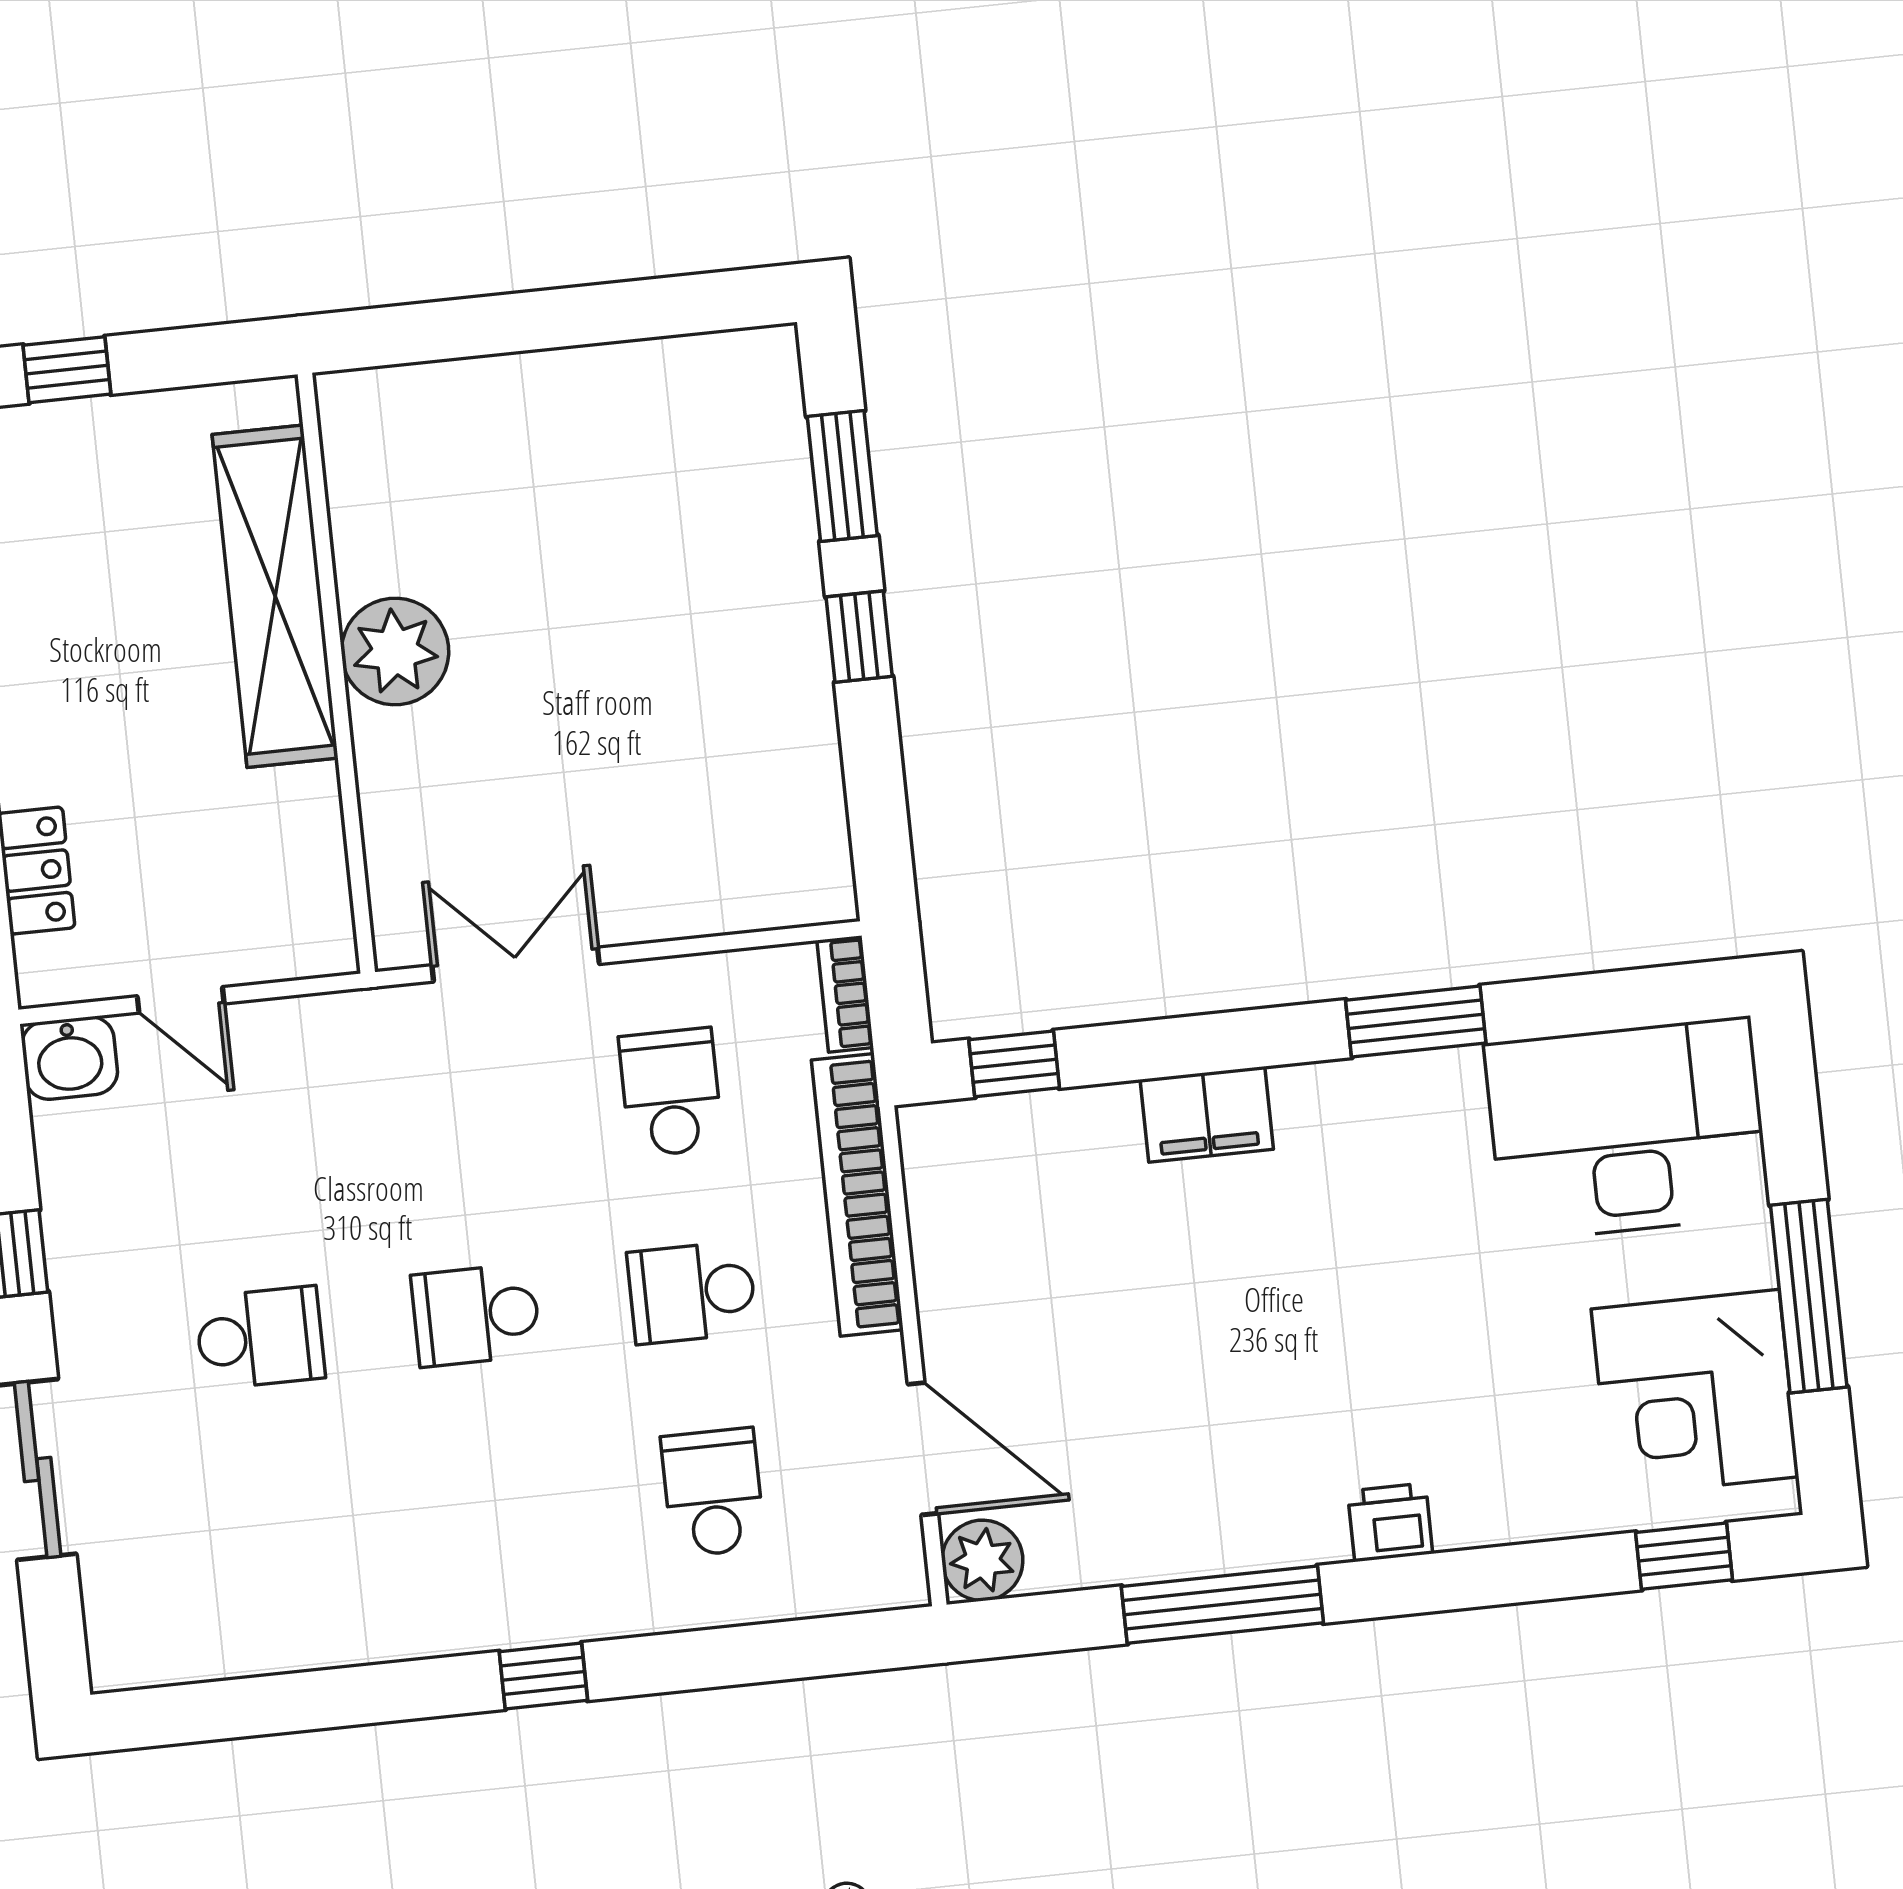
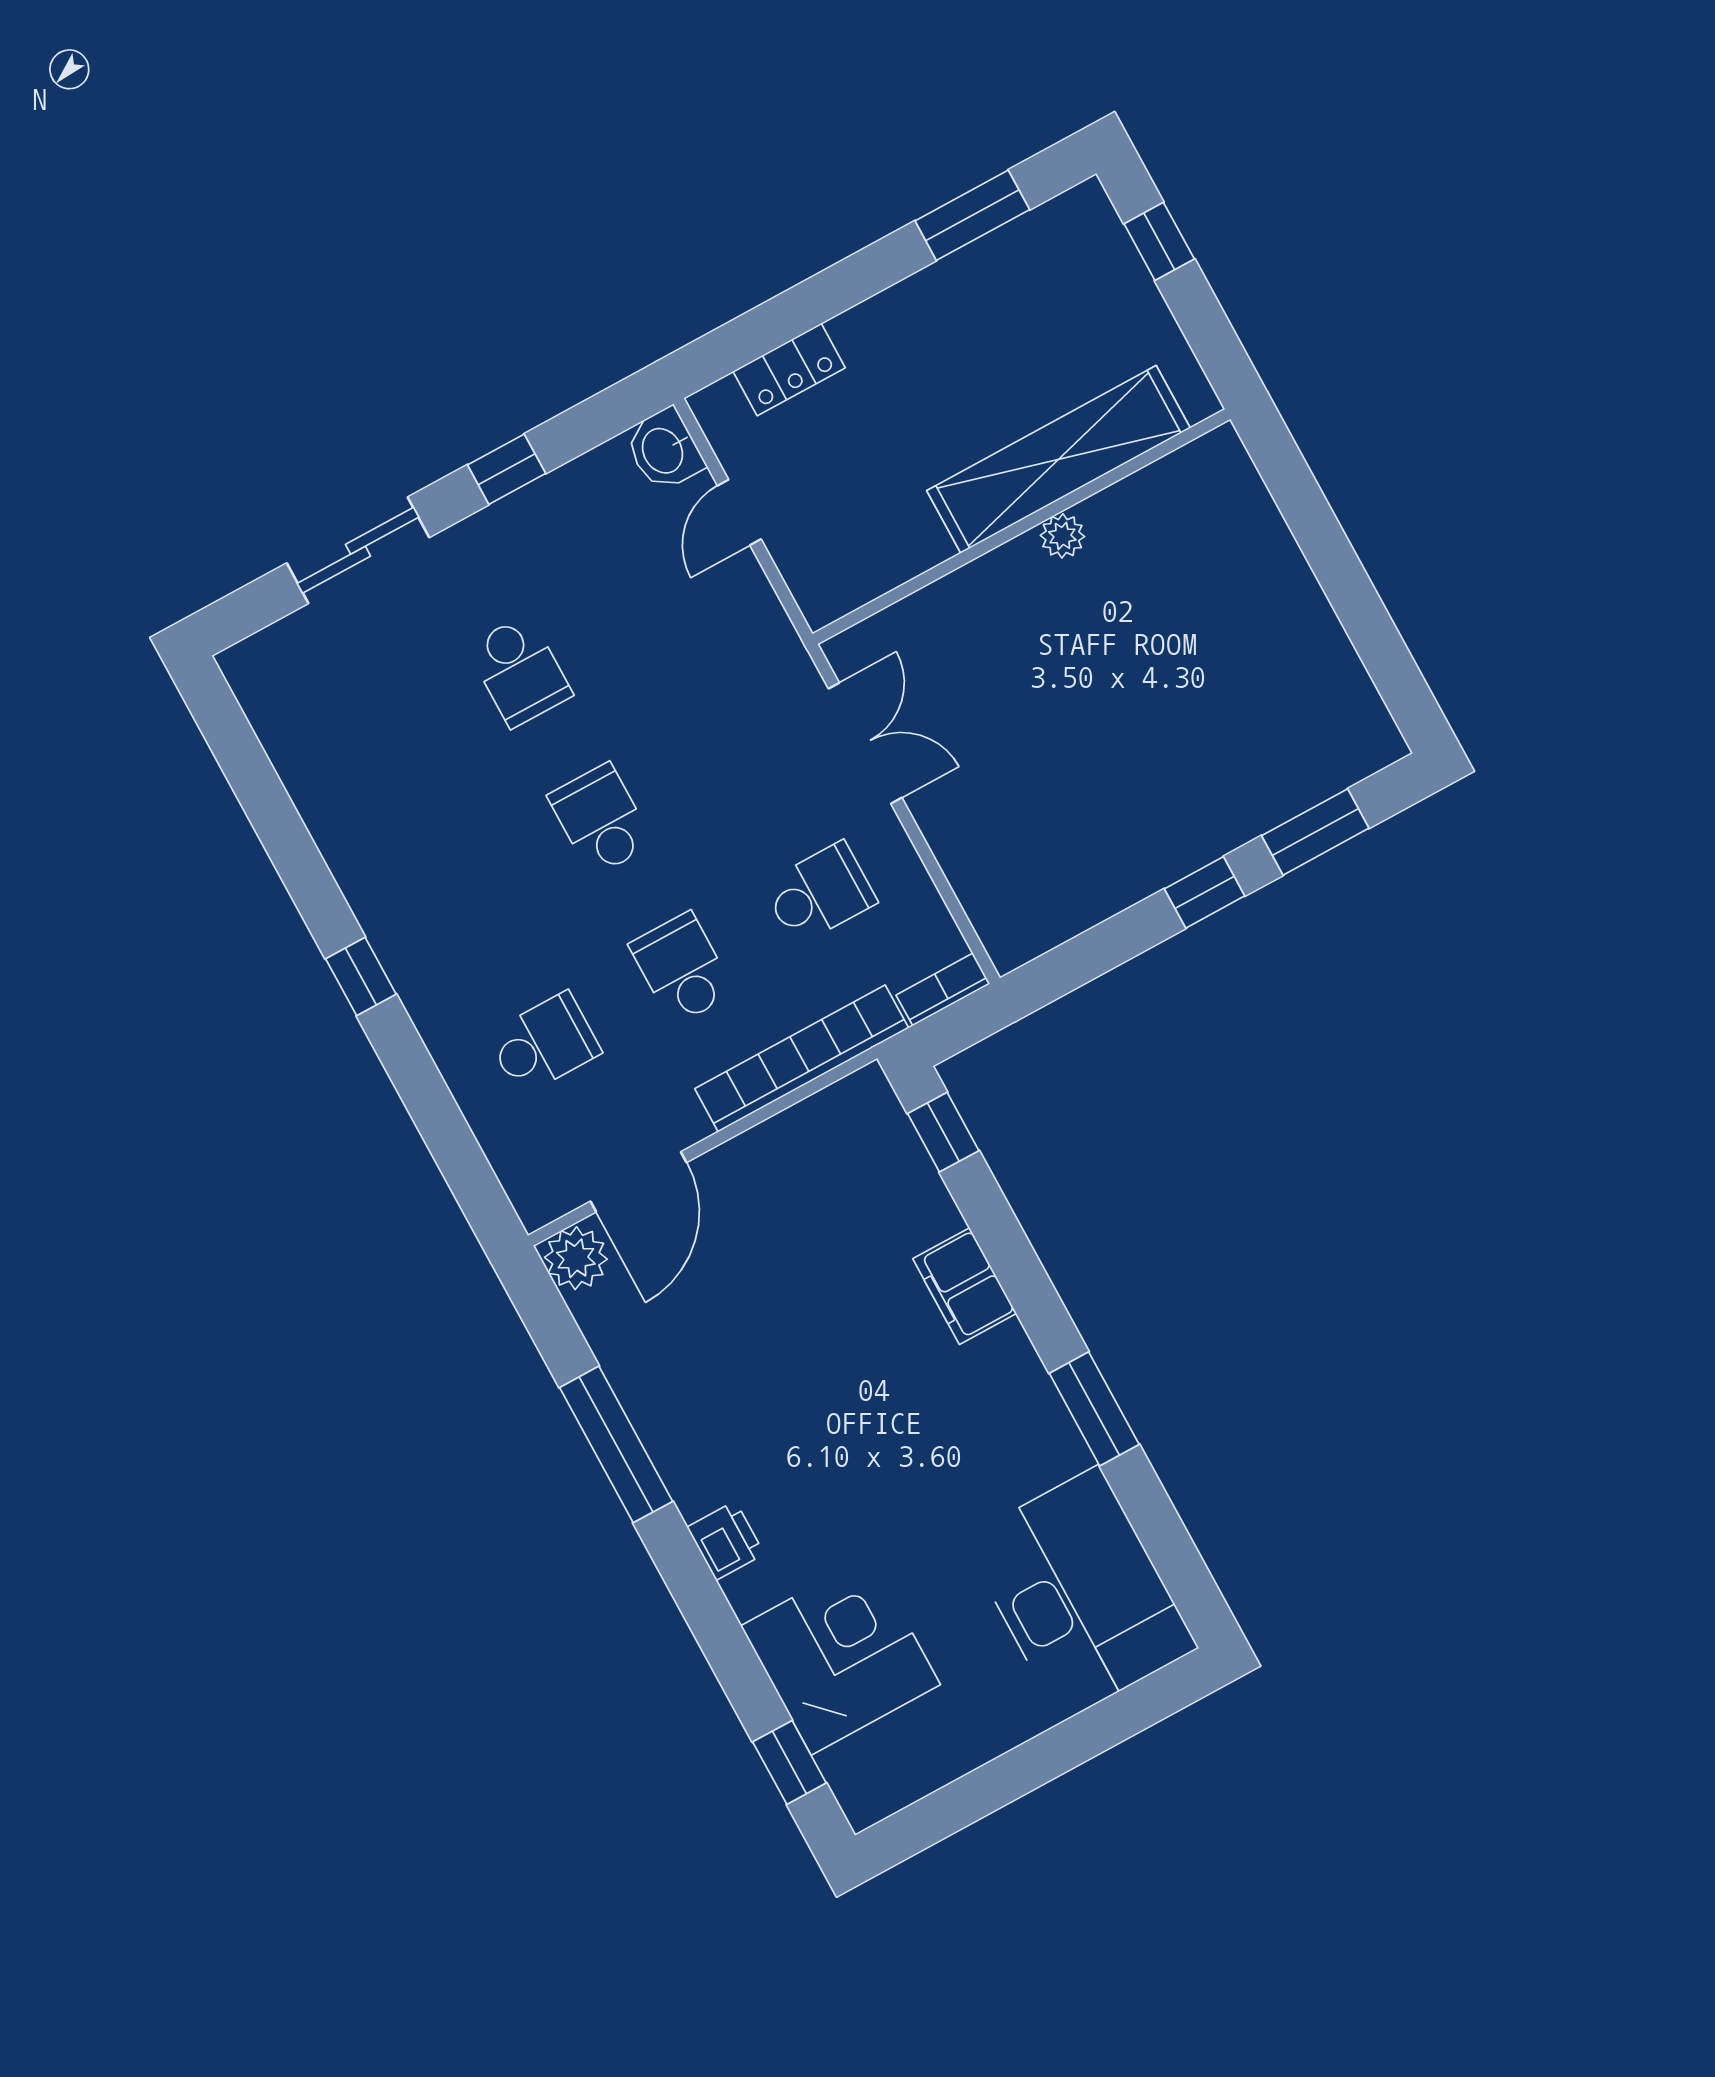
plant: (395, 652) -> (1062, 536), width x0.53, depth x0.53
window: (1809, 1296) -> (1014, 1774), removed
corner desk: (1695, 1393) -> (840, 1655), moved, turned 90

